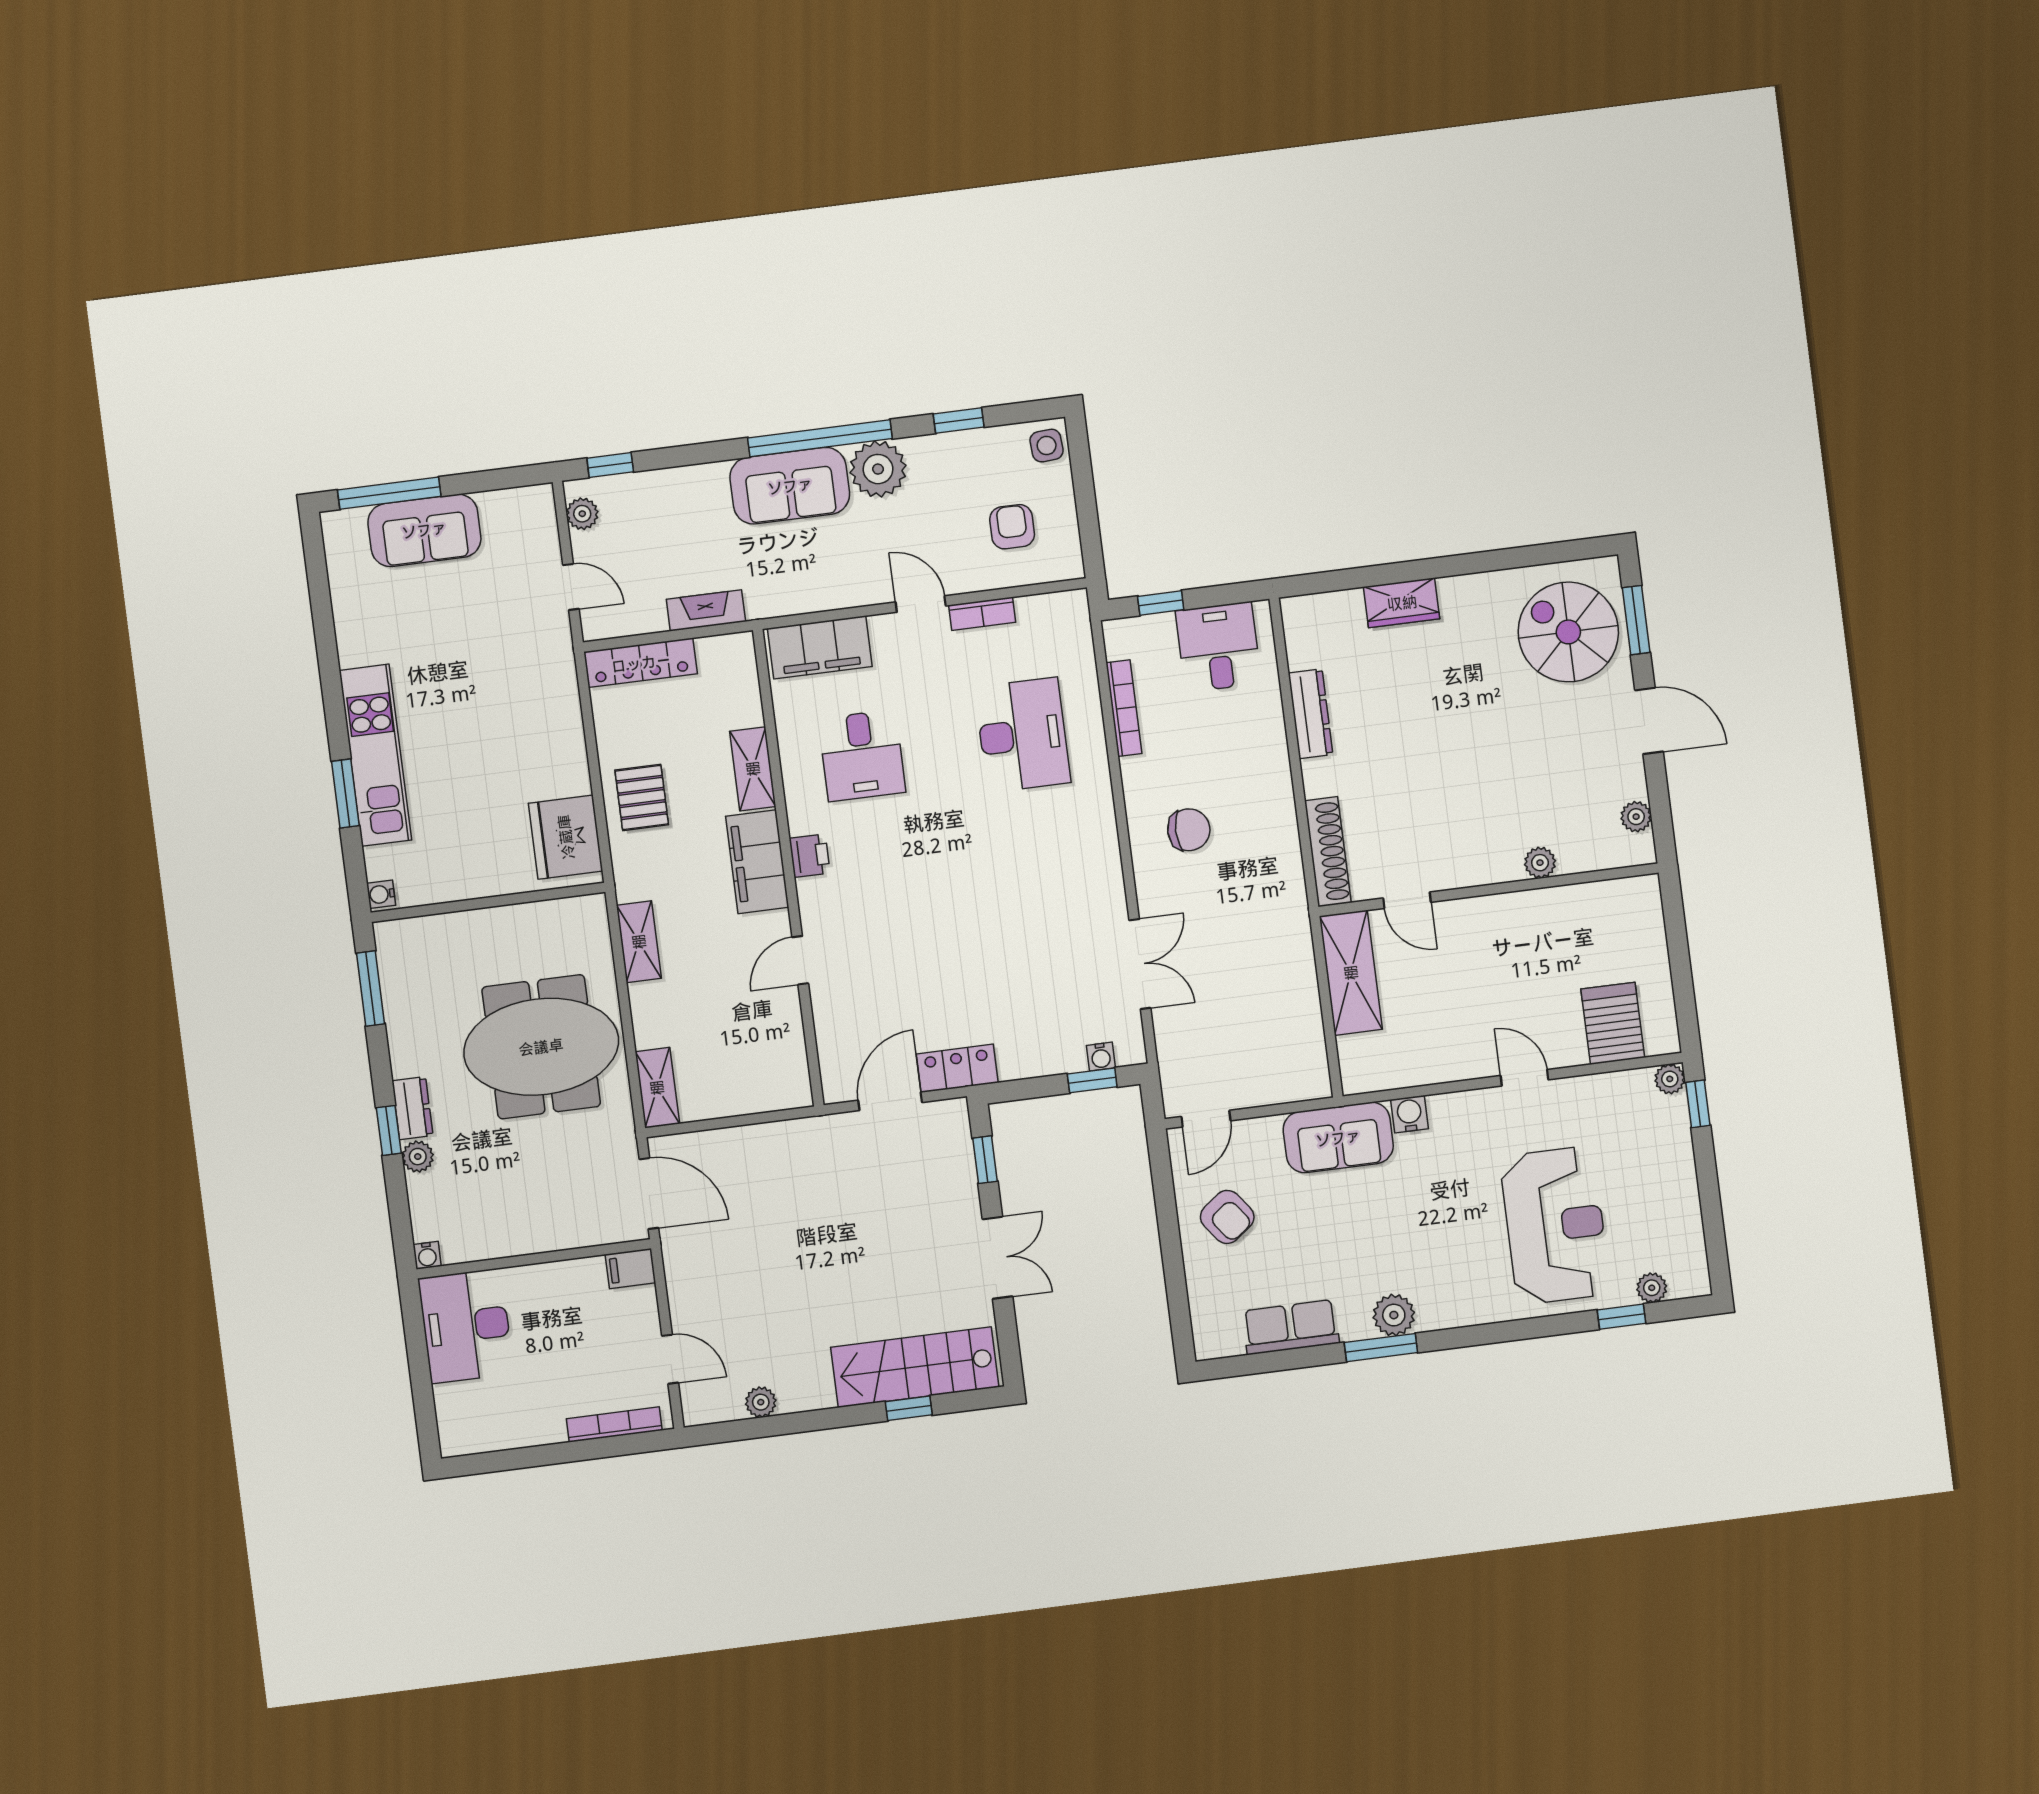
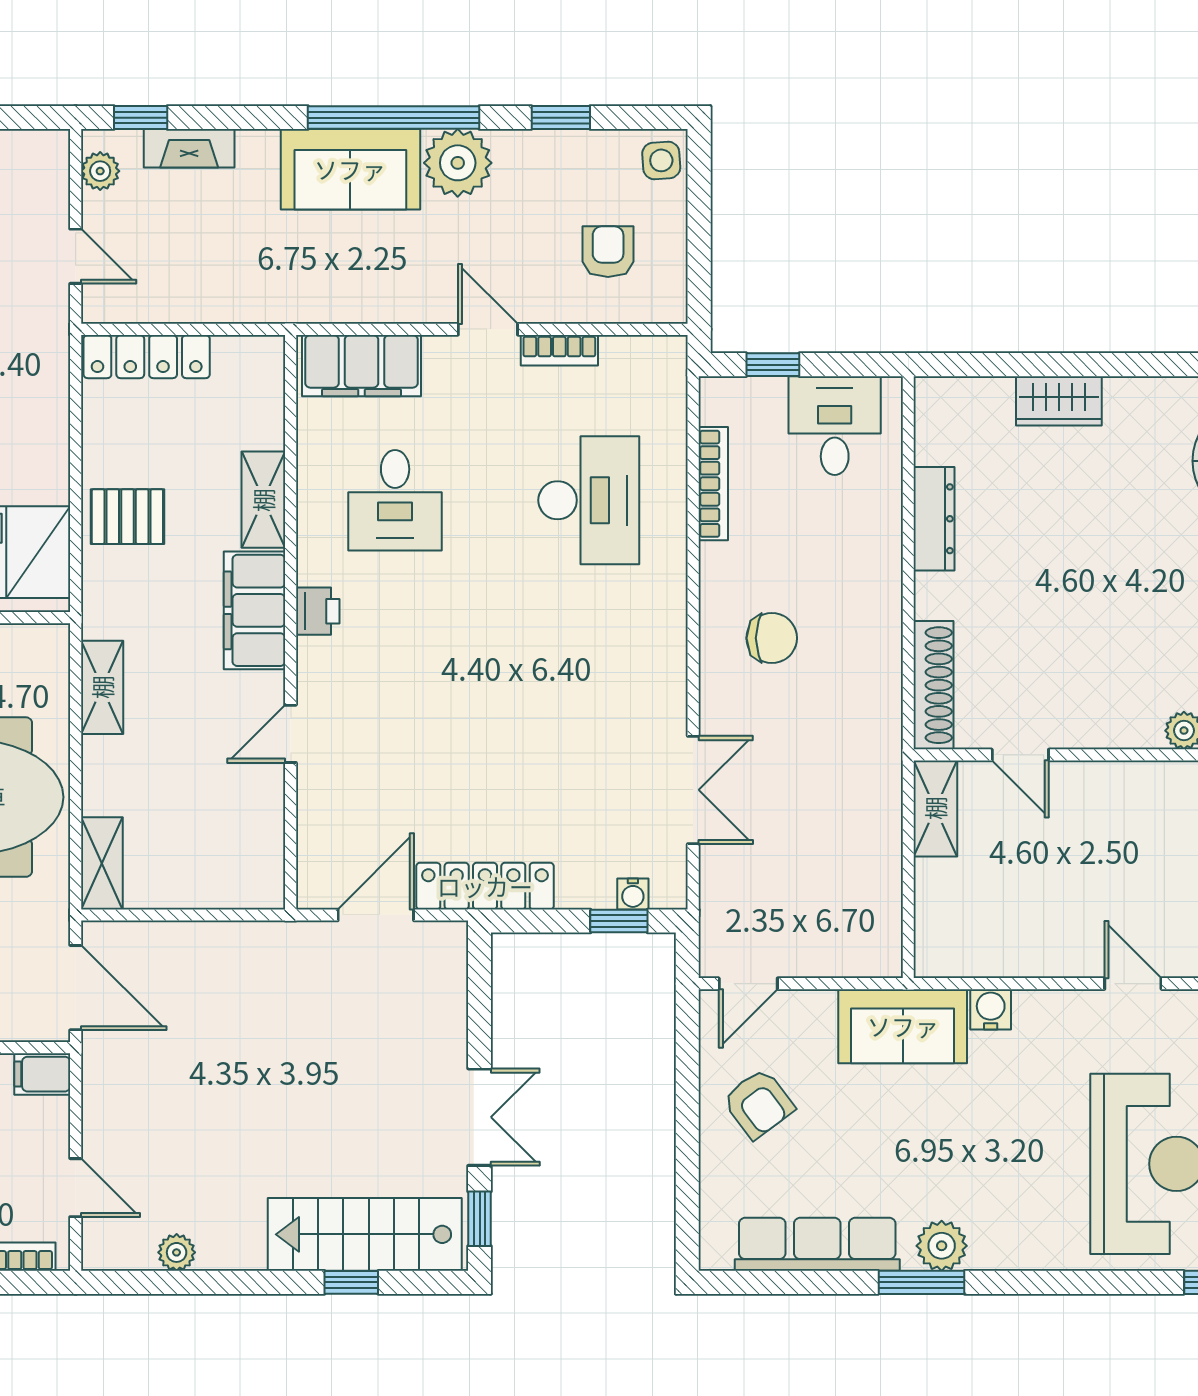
fireplace: (706, 610) -> (189, 148), moved, turned 180
pallet: (642, 797) -> (127, 517), turned 90
shelving: (1351, 973) -> (935, 808), width x0.67, depth x0.75
locker: (957, 1068) -> (485, 886), width x1.53
window: (985, 1160) -> (480, 1219), moved
row of seats: (1291, 1327) -> (817, 1244), width x1.48

